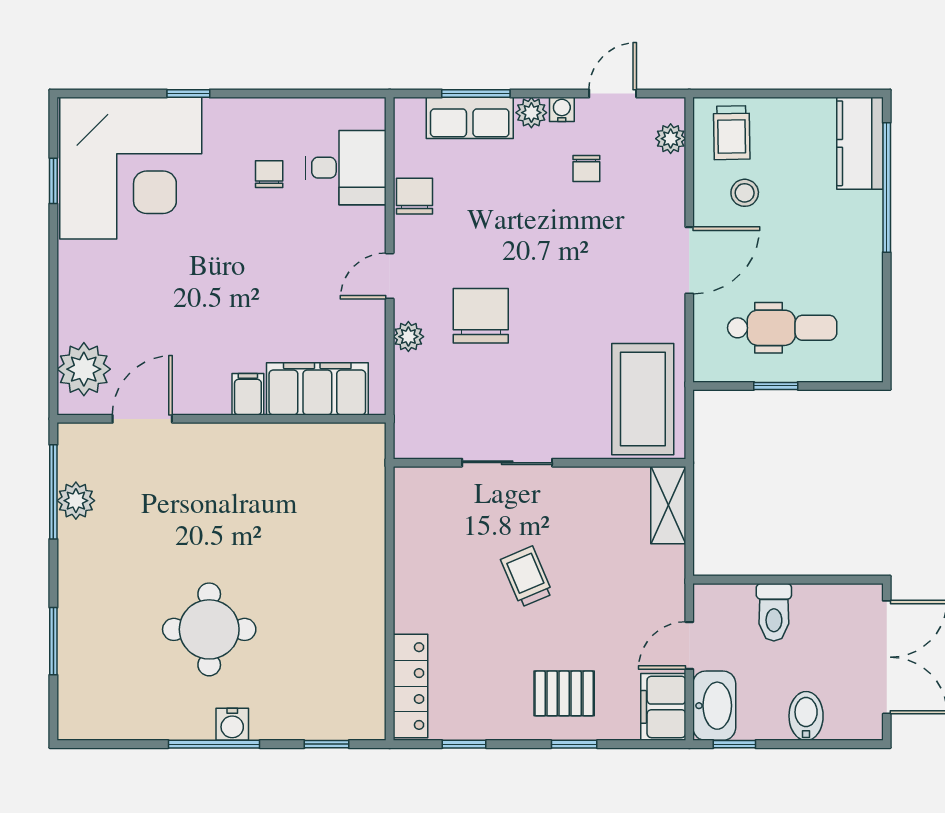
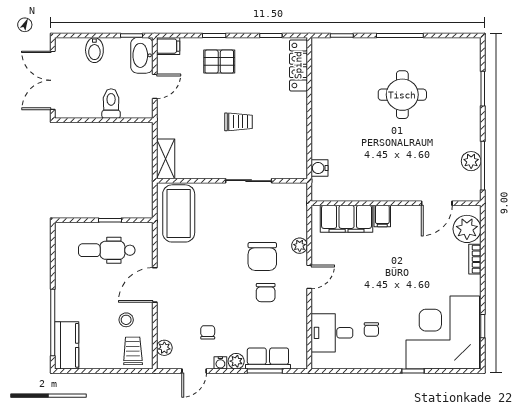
chair: (415, 196) -> (266, 293), moved
bookcase: (69, 311) -> (475, 259), added
trolley: (527, 577) -> (239, 122), turned -67
filing cabinet: (663, 707) -> (168, 46), width x0.50
water cooler: (232, 724) -> (319, 168), moved, turned -90

